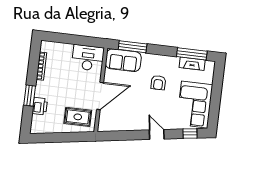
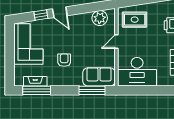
desk: (88, 58) -> (137, 72), width x1.36, depth x1.30
door: (100, 96) -> (116, 41), width x0.53
plant: (115, 123) -> (100, 18), added
window: (190, 134) -> (41, 15), moved

